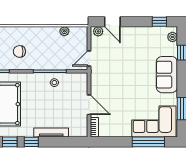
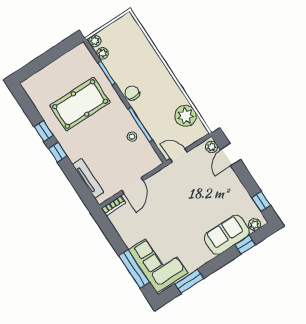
plant: (64, 31) -> (186, 116), width x1.87, depth x1.87
chair: (19, 51) -> (132, 93), moved
sofa: (167, 75) -> (227, 235), moved
tv unit: (51, 133) -> (88, 178), moved

